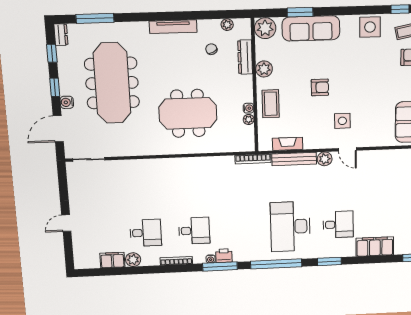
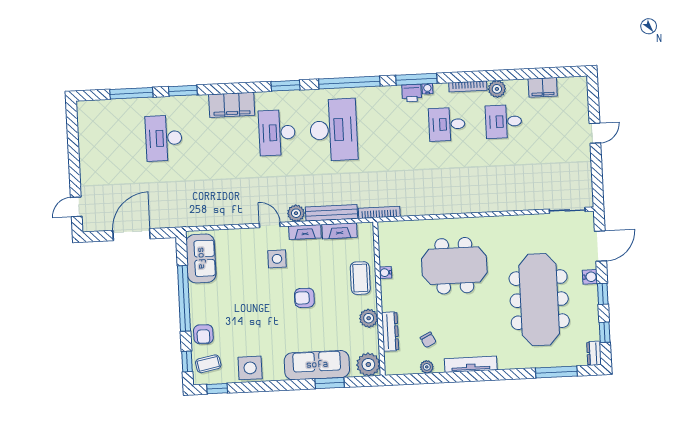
plant: (227, 25) -> (427, 367), moved
plant: (249, 119) -> (385, 259), removed
fireplace: (317, 143) -> (305, 232), added
desk: (338, 224) -> (277, 133), width x1.37
plant: (133, 260) -> (497, 89), moved

